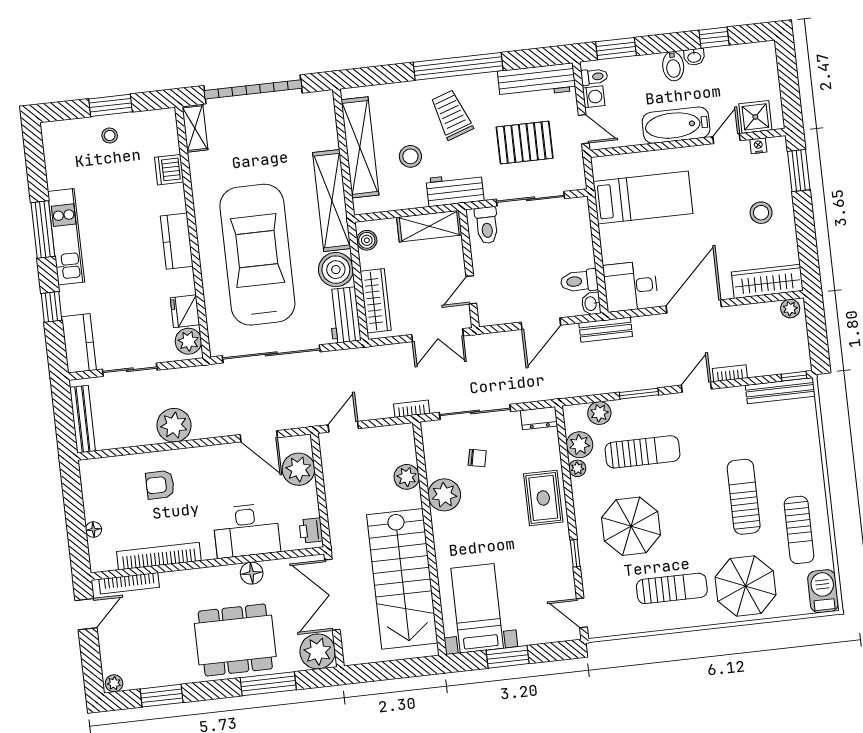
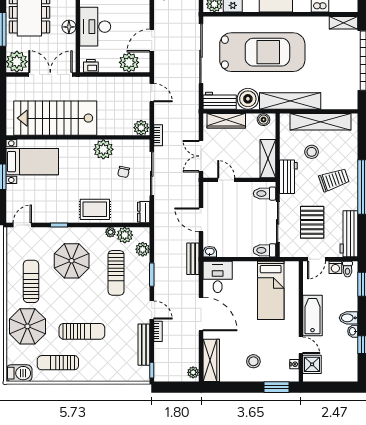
toilet: (579, 281) -> (264, 250), moved, turned -90
bench: (780, 391) -> (144, 345), moved
plant: (407, 477) -> (141, 128), moved
sun lounger: (672, 588) -> (31, 281), turned 180

